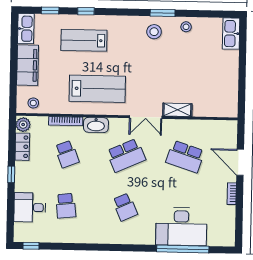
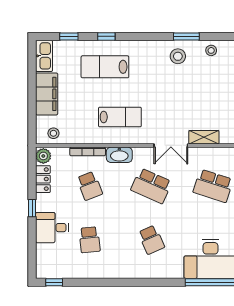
lab bench: (97, 89) -> (120, 117), width x0.73, depth x0.72
school desk: (126, 155) -> (151, 186), turned 48
desk: (30, 207) -> (52, 228), moved

